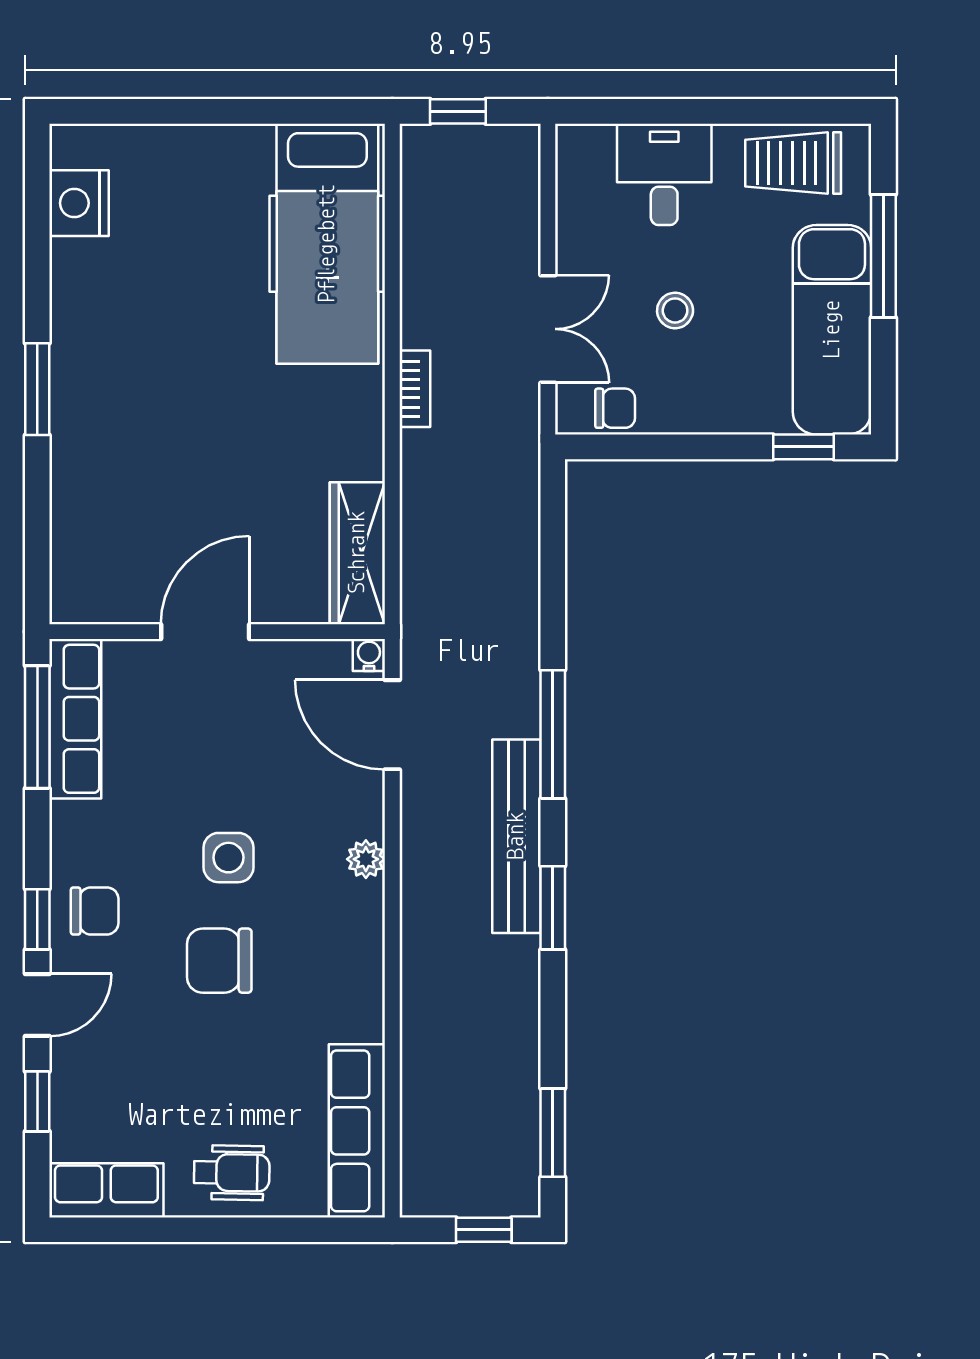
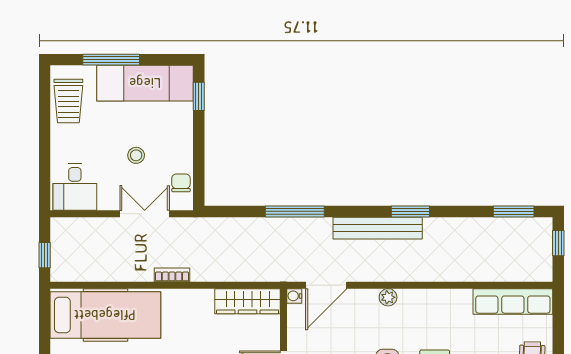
desk: (664, 174) -> (75, 187), moved, turned -90
window: (553, 734) -> (295, 211), moved

